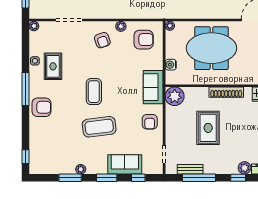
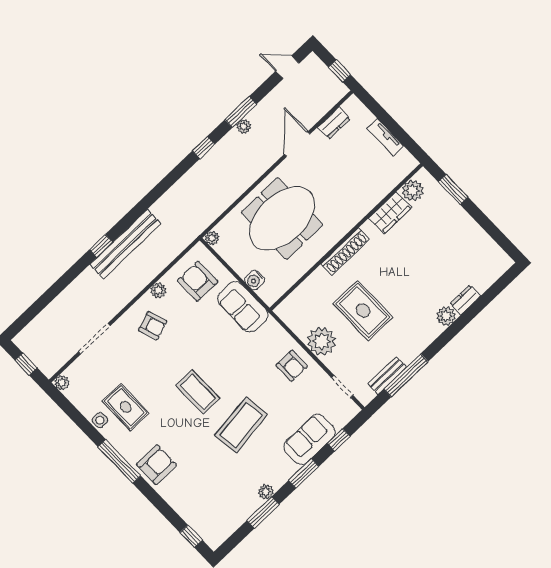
armchair: (144, 40) -> (198, 281), turned -90
sofa: (153, 87) -> (243, 307), moved
plant: (175, 96) -> (322, 341), moved
window: (238, 178) -> (449, 334), removed

